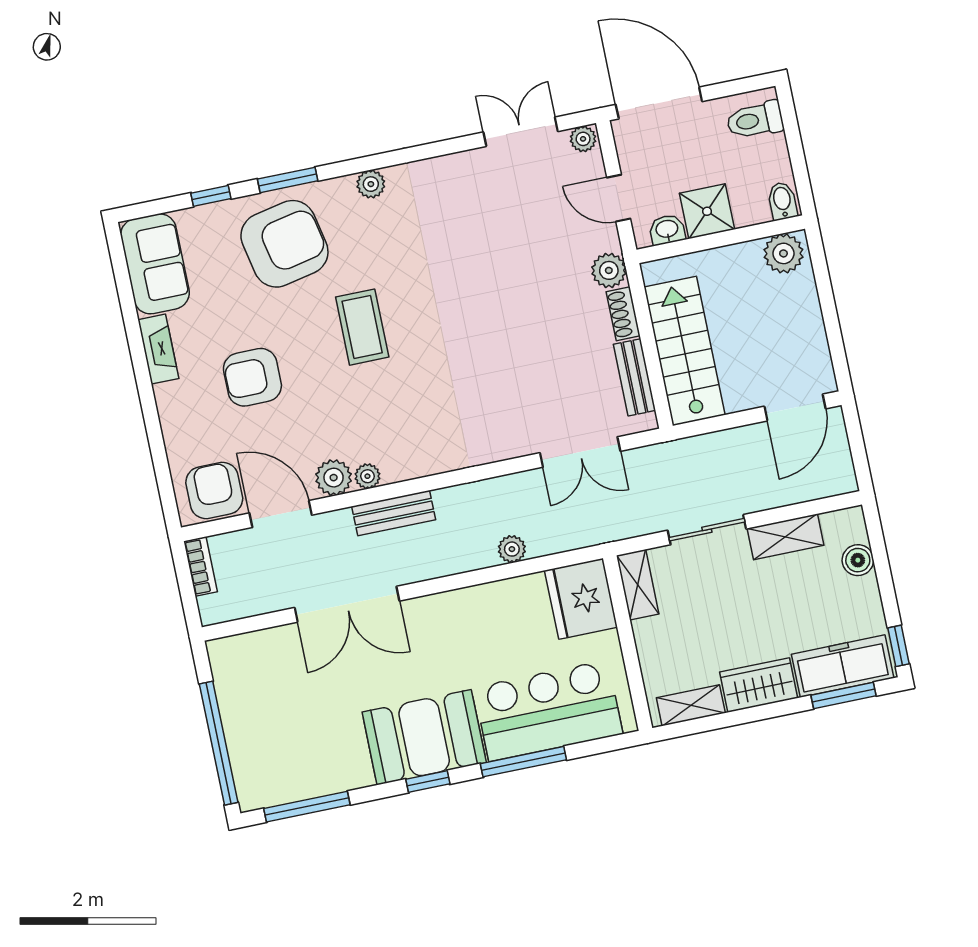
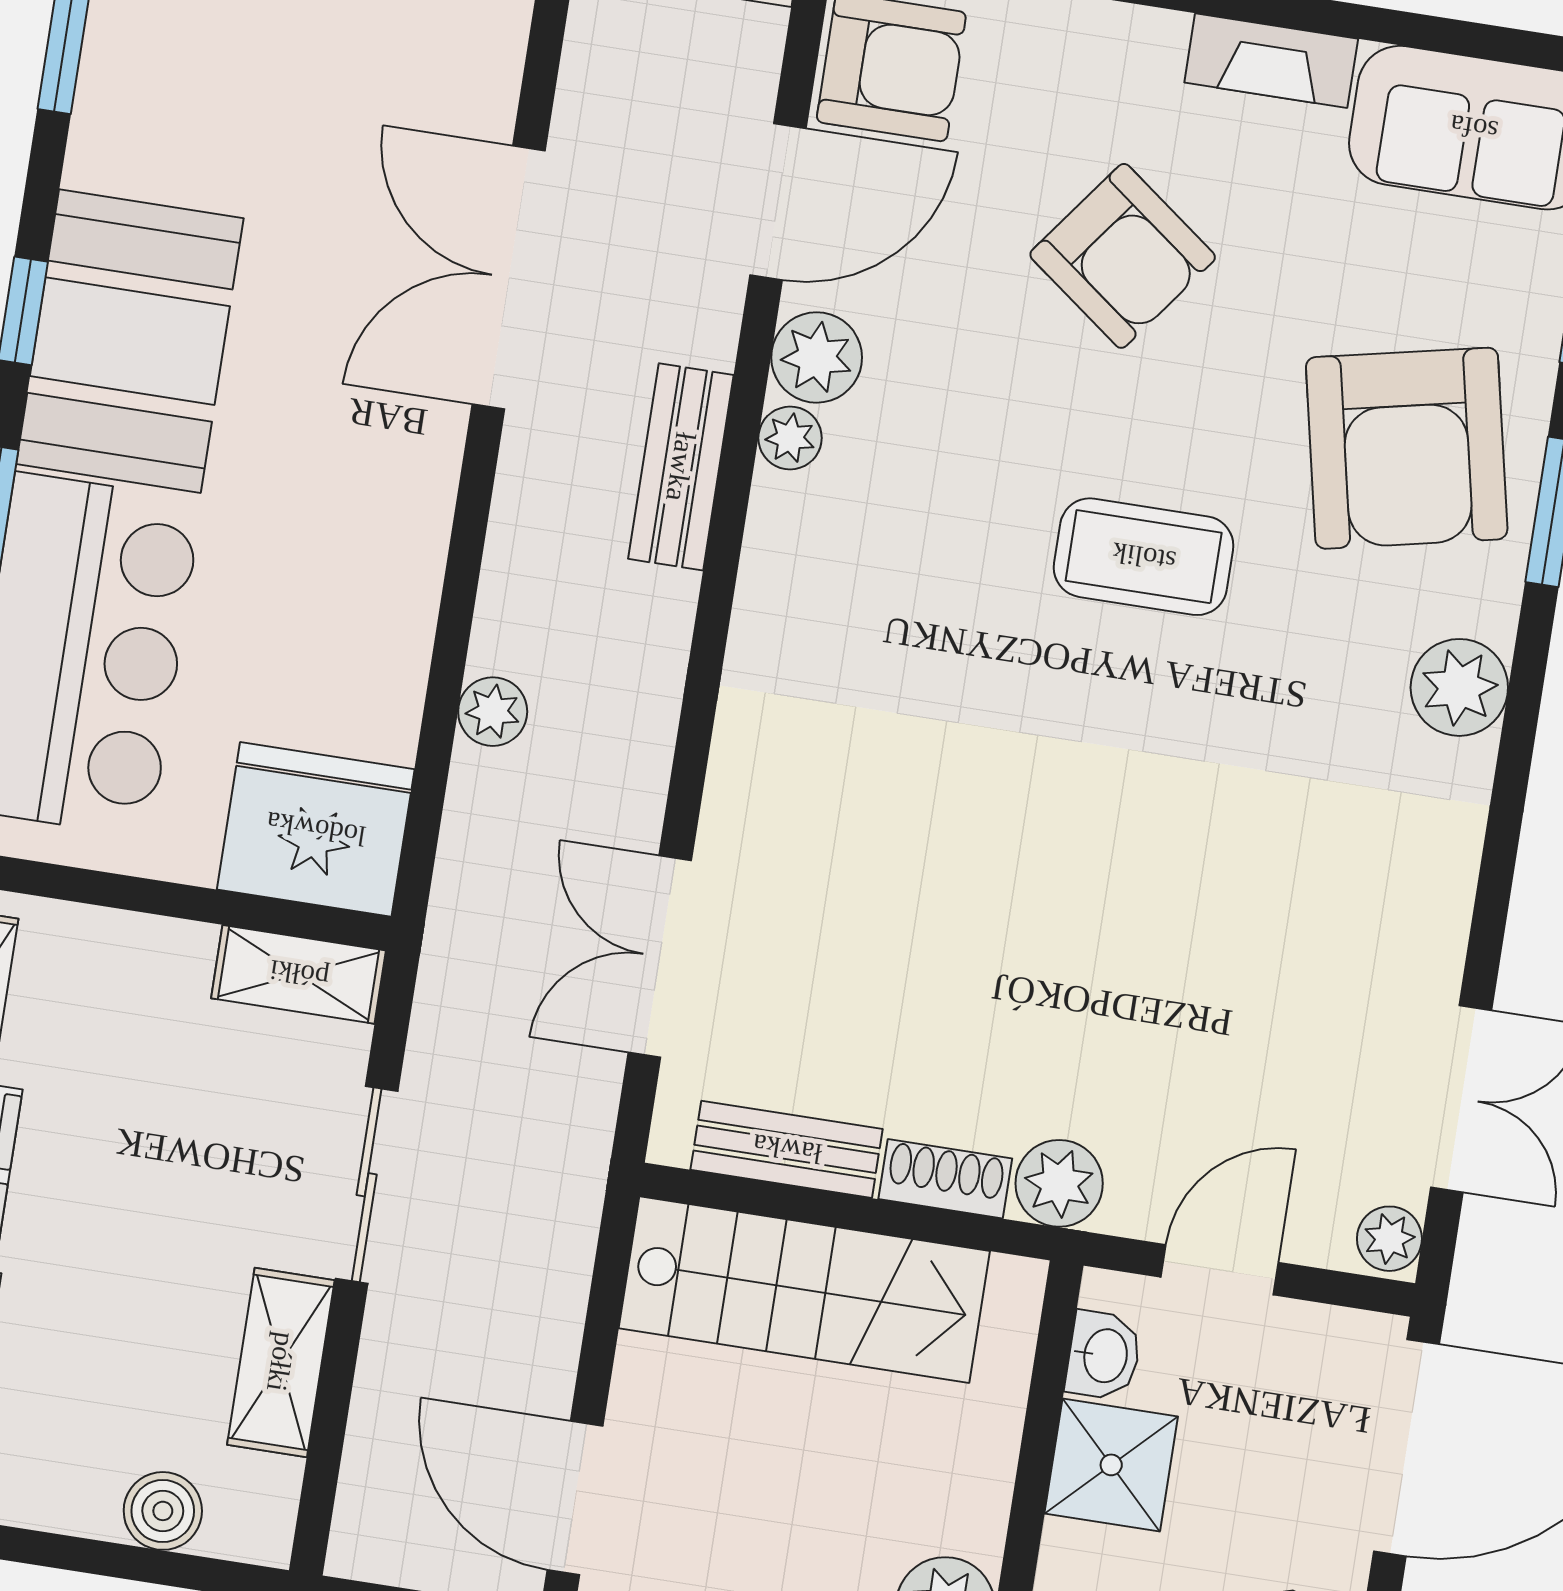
plant: (371, 184) -> (1459, 687), width x1.38, depth x1.38
armchair: (252, 377) -> (1123, 256), turned 127

